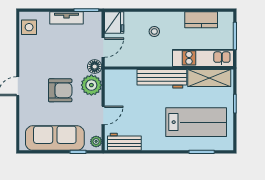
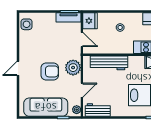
tv unit: (66, 18) -> (68, 17), moved
door: (103, 48) -> (82, 40), hinge flipped
floor lamp: (95, 67) -> (76, 54), removed
workbench: (162, 79) -> (109, 63), moved

